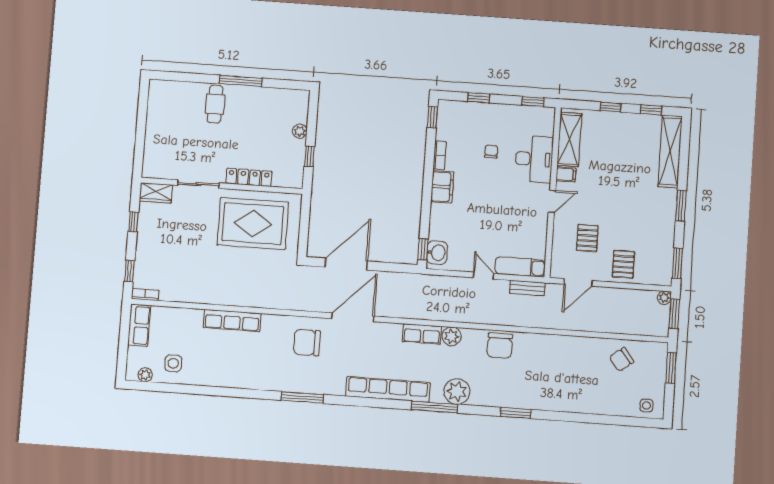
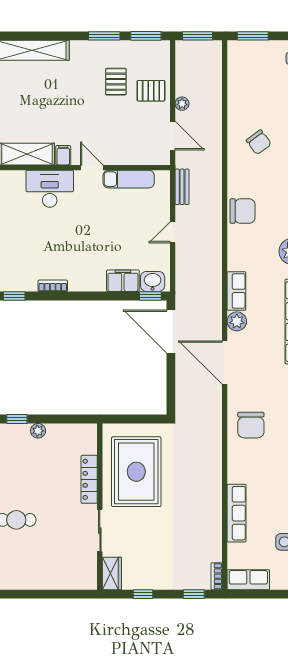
chair: (491, 152) -> (45, 233), removed
window: (309, 156) -> (17, 419), moved
filing cabinet: (442, 187) -> (123, 281), moved
window: (681, 206) -> (104, 36), moved
pallet: (587, 238) -> (116, 82), moved, turned 90
door: (346, 264) -> (171, 332), moved
exam couch: (520, 267) -> (129, 179), moved, turned -90
plant: (664, 298) -> (182, 104), moved
row of seats: (232, 320) -> (237, 513), moved
plant: (452, 336) -> (237, 321), moved
chair: (307, 343) -> (251, 425), moved
chair: (621, 359) -> (259, 142), moved

